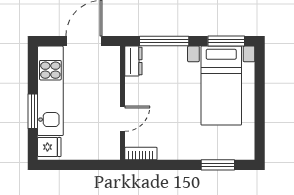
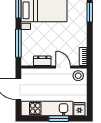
dresser: (133, 61) -> (42, 61), moved
stool: (108, 145) -> (78, 76), added

